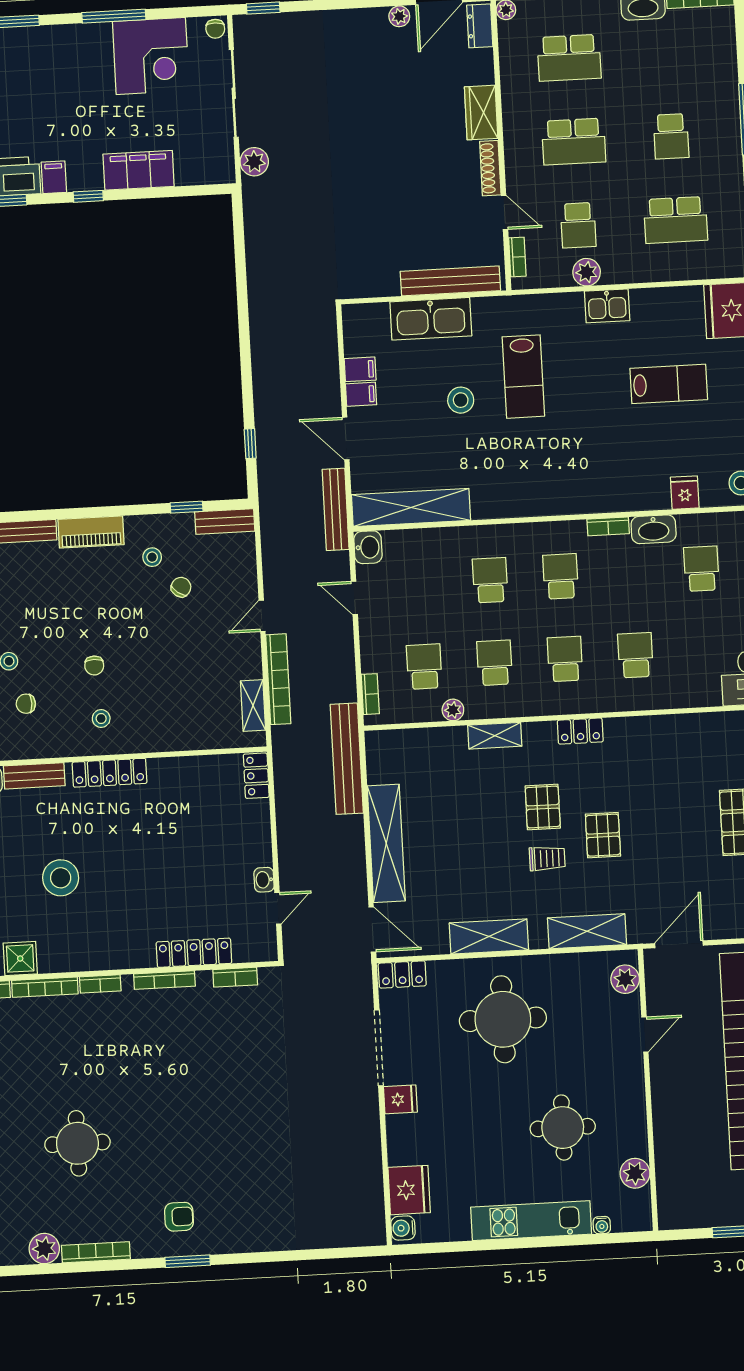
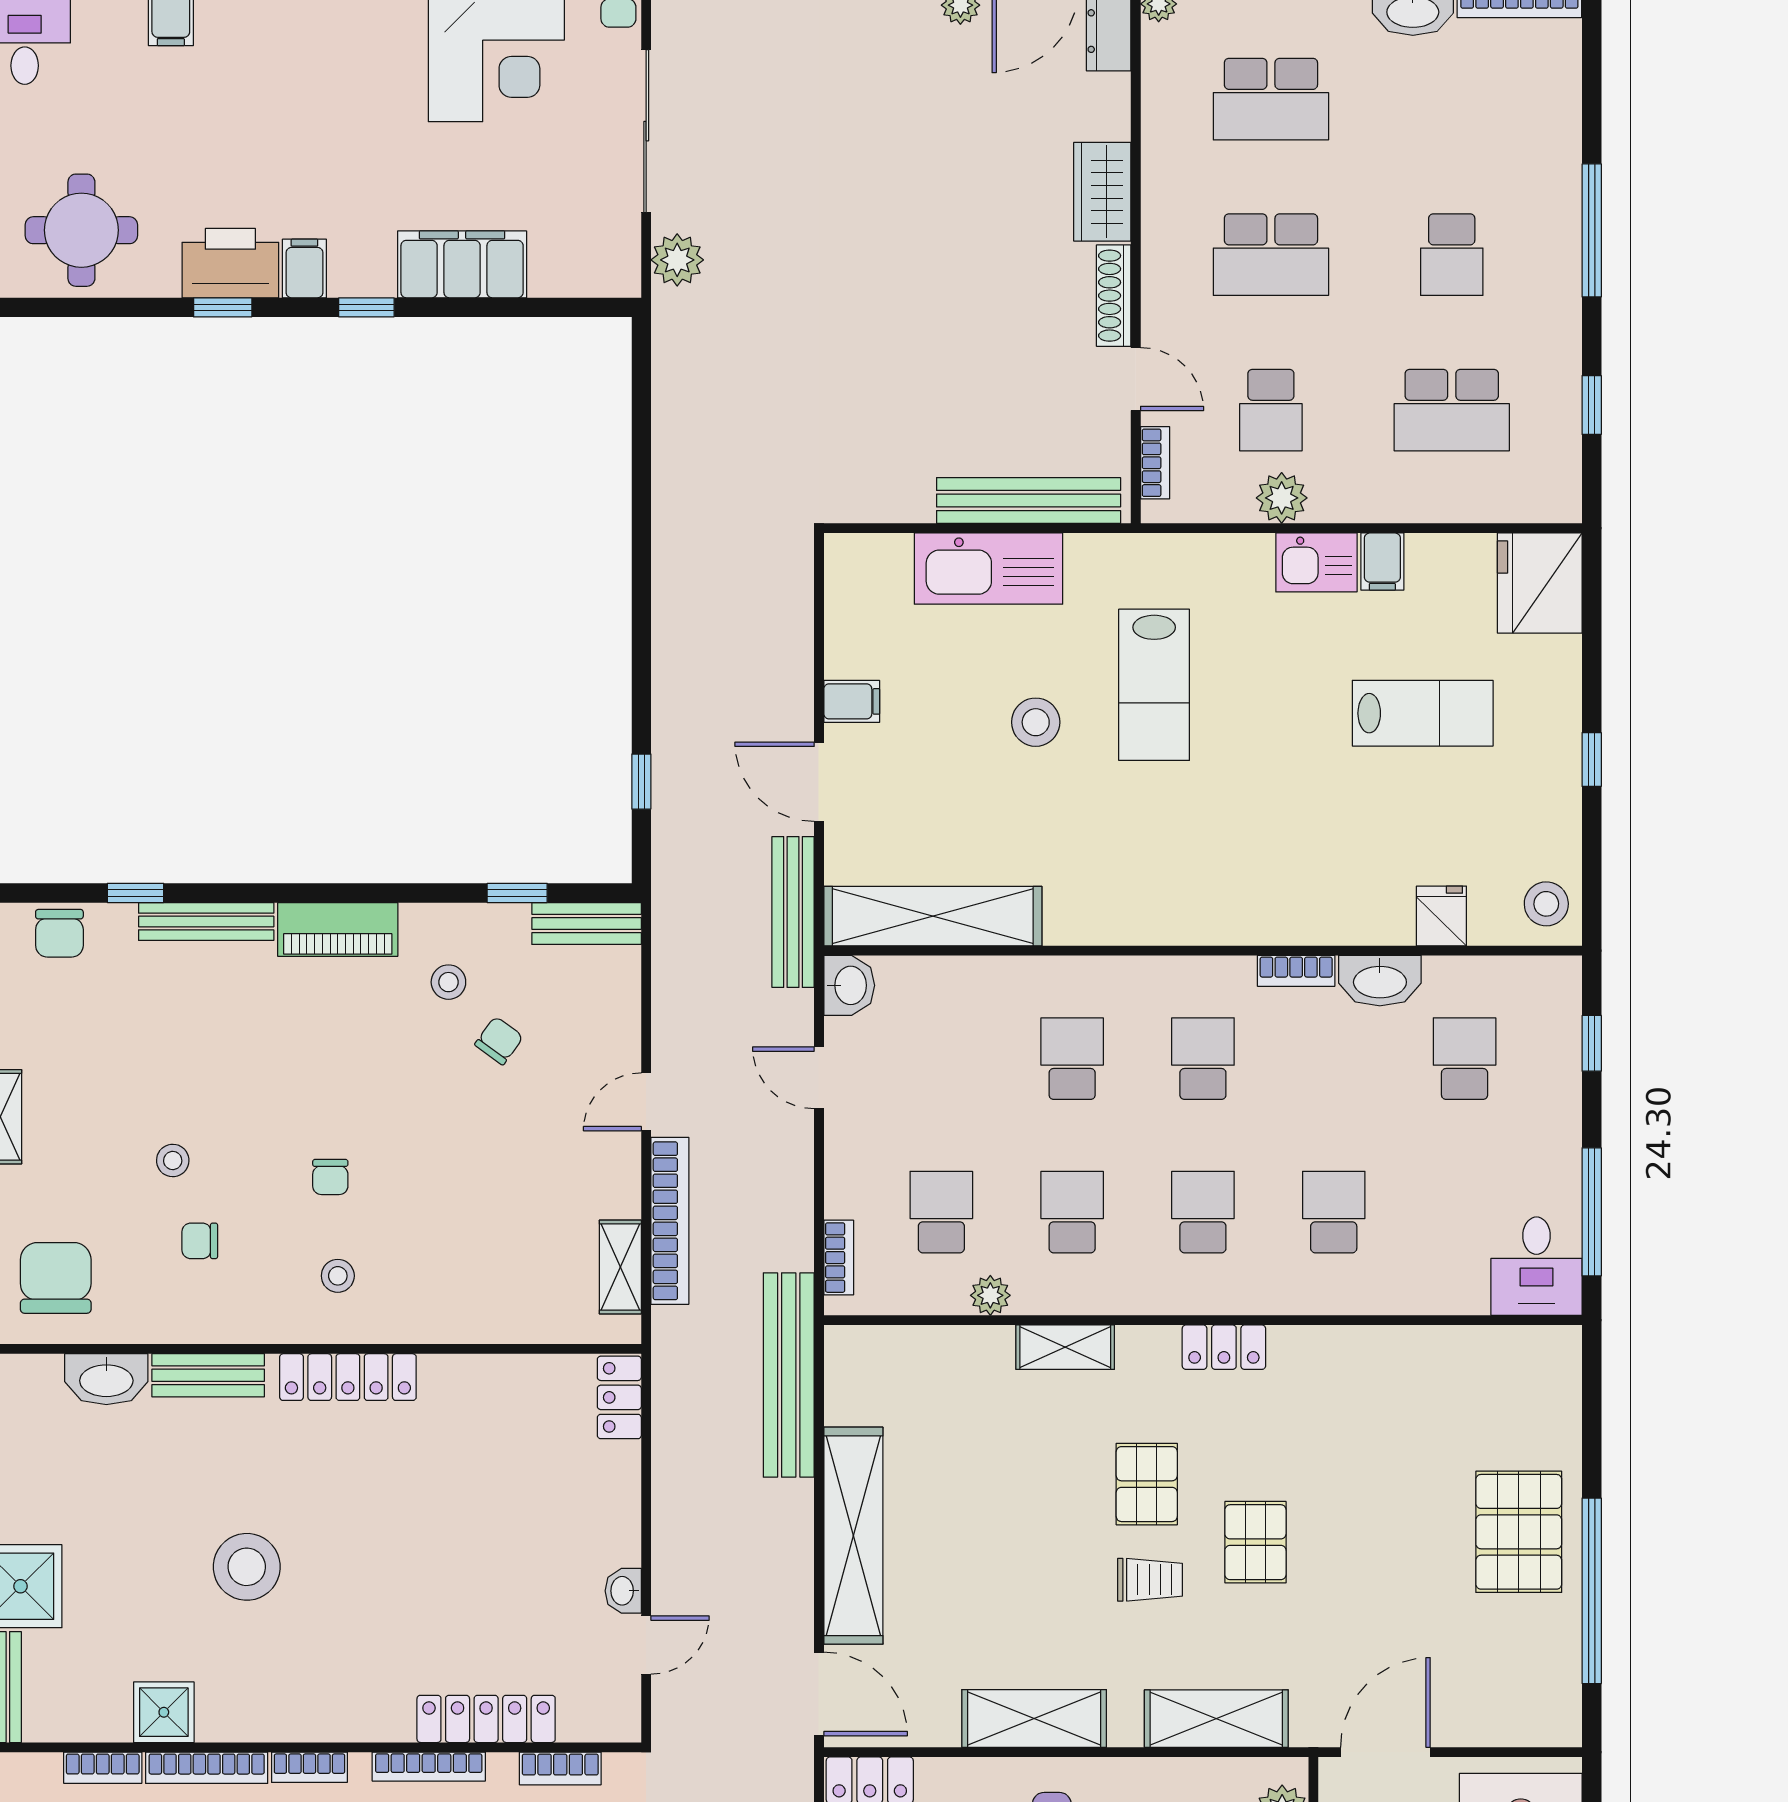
filing cabinet: (360, 369) -> (1382, 562), moved, turned 90

